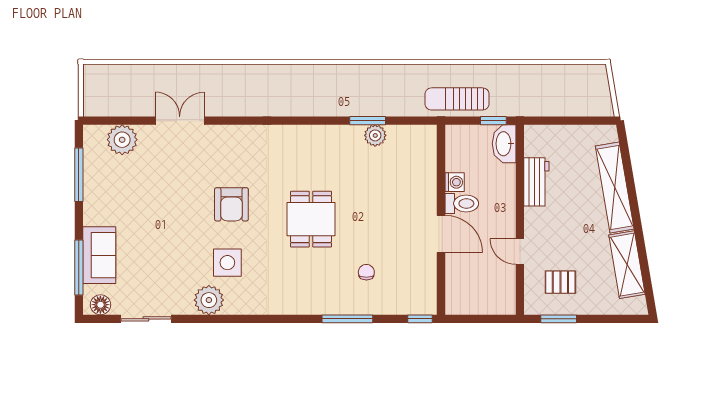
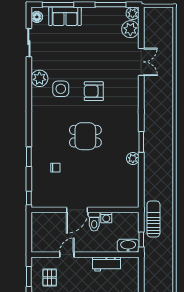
window: (368, 121) -> (141, 142), moved
plant: (375, 135) -> (133, 159), moved
plant: (94, 136) -> (133, 13), added
window: (347, 319) -> (29, 157), width x0.69

